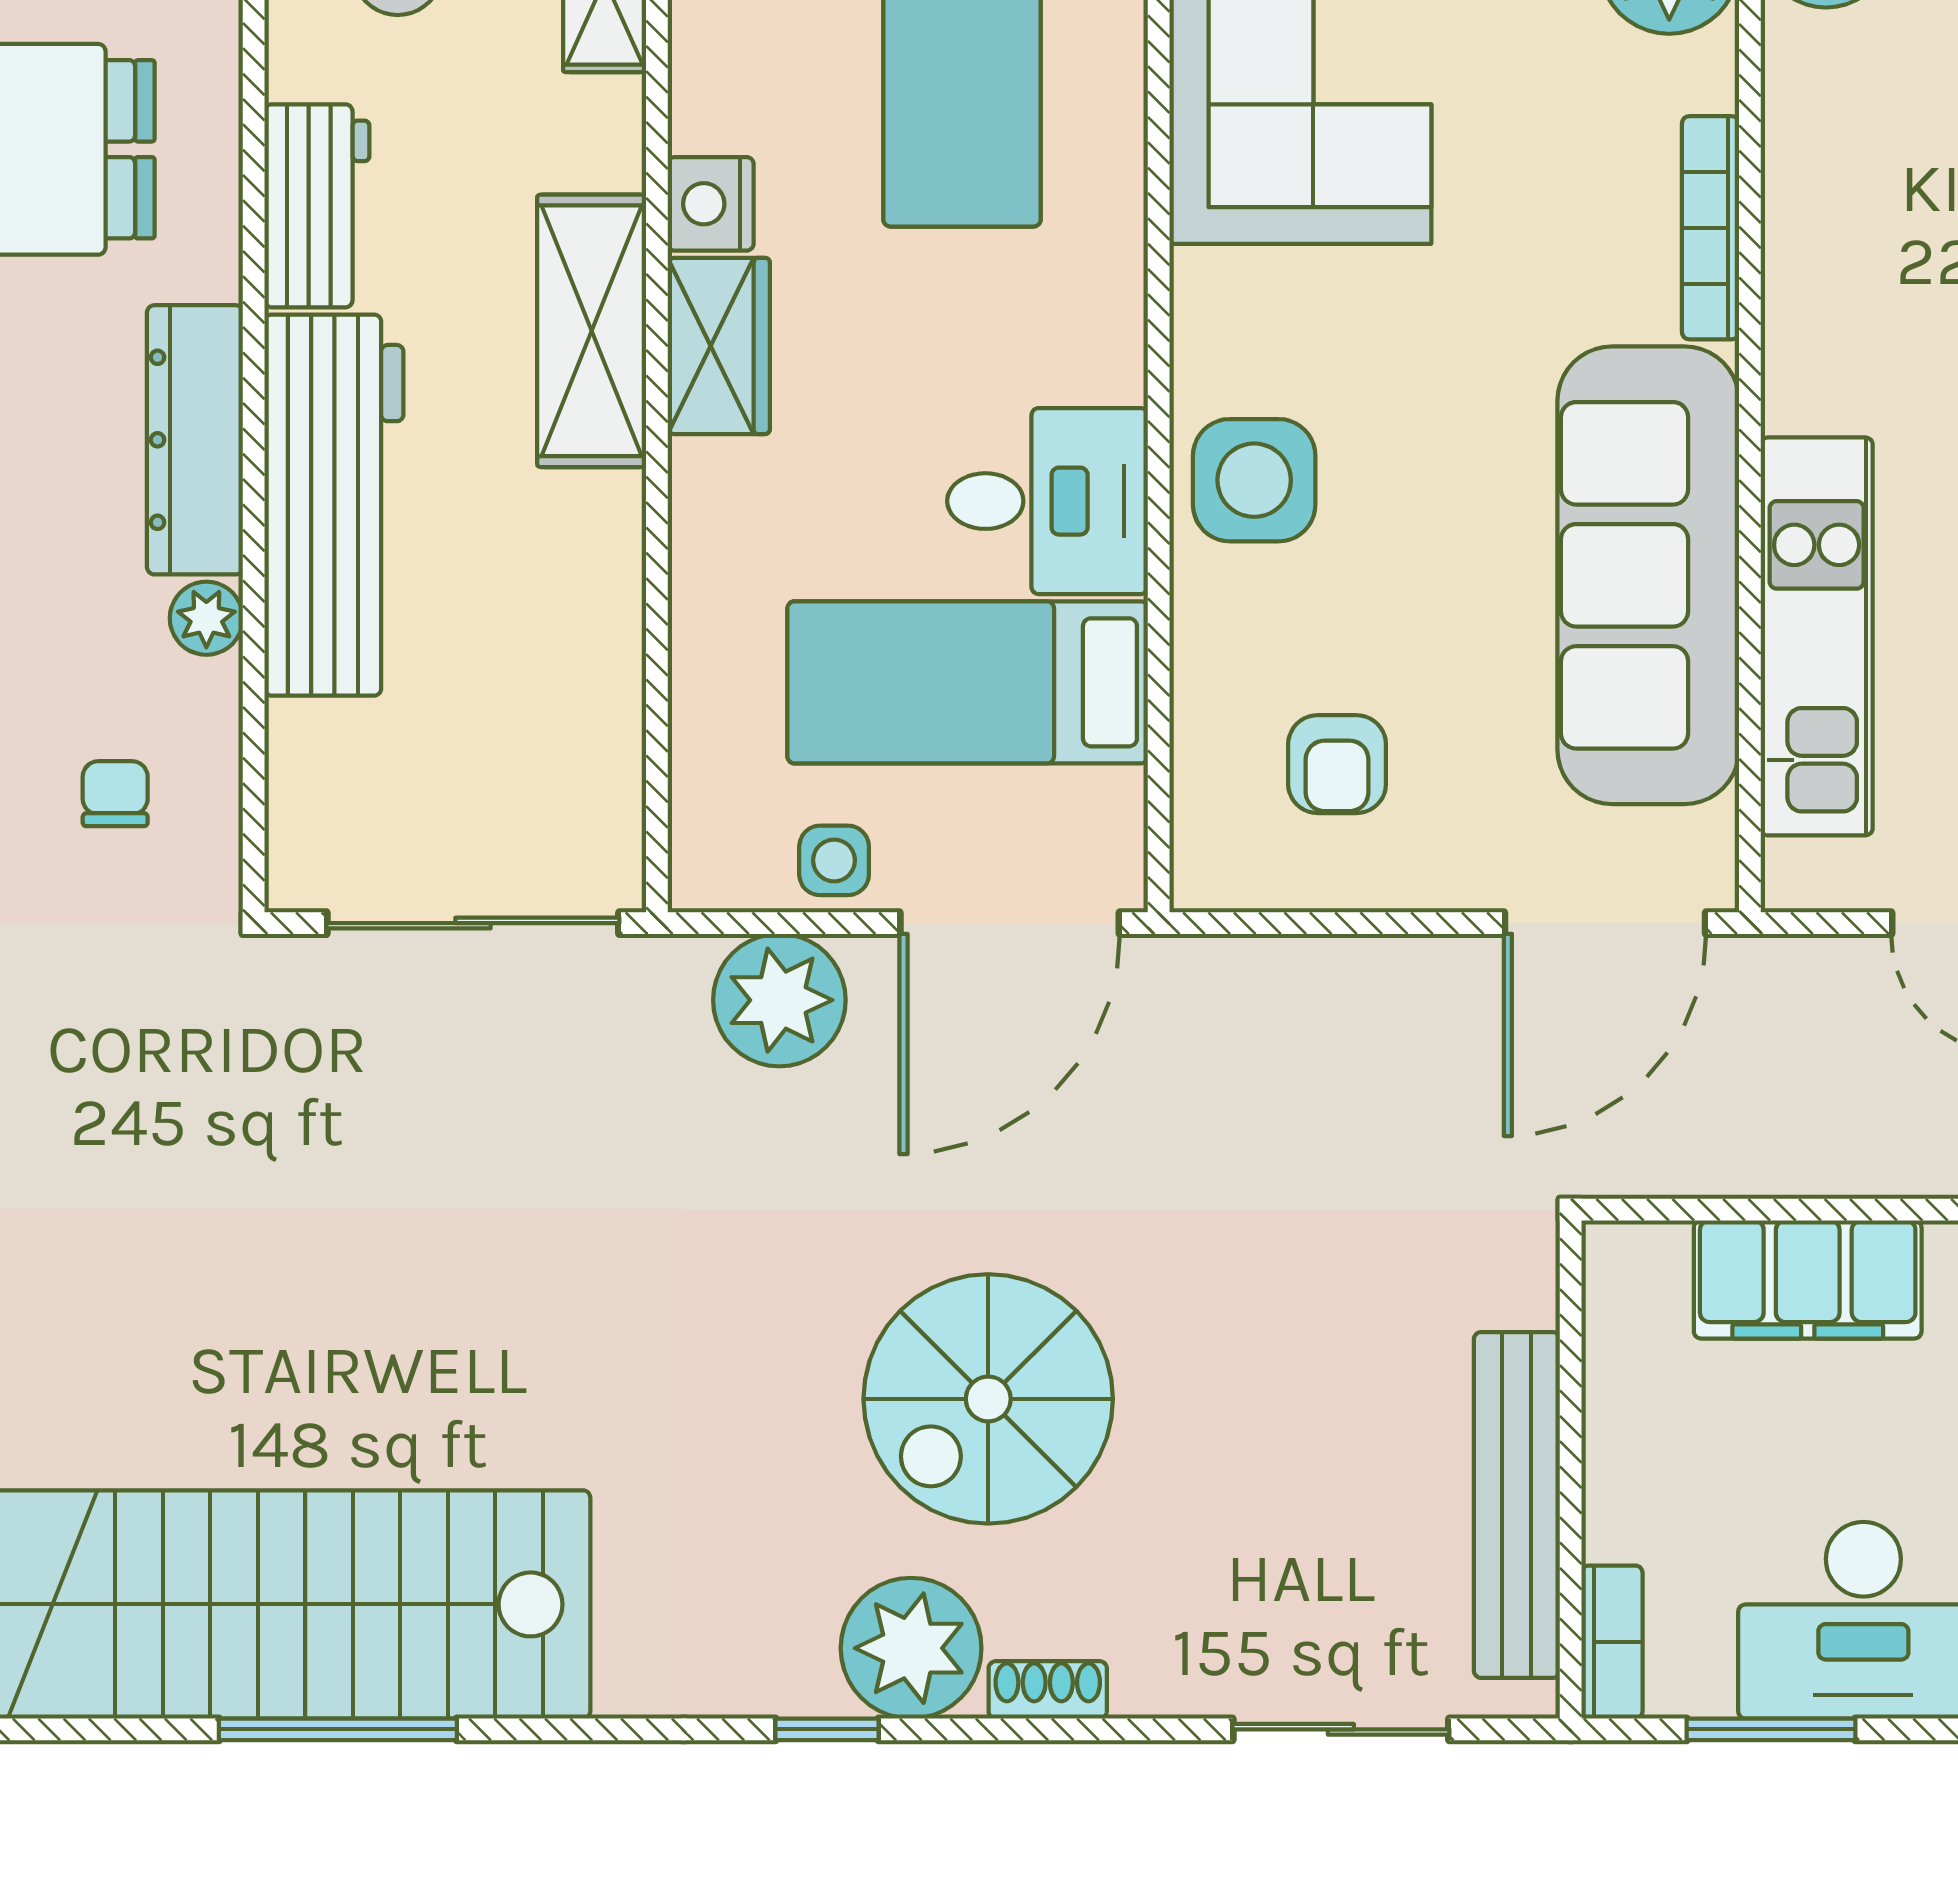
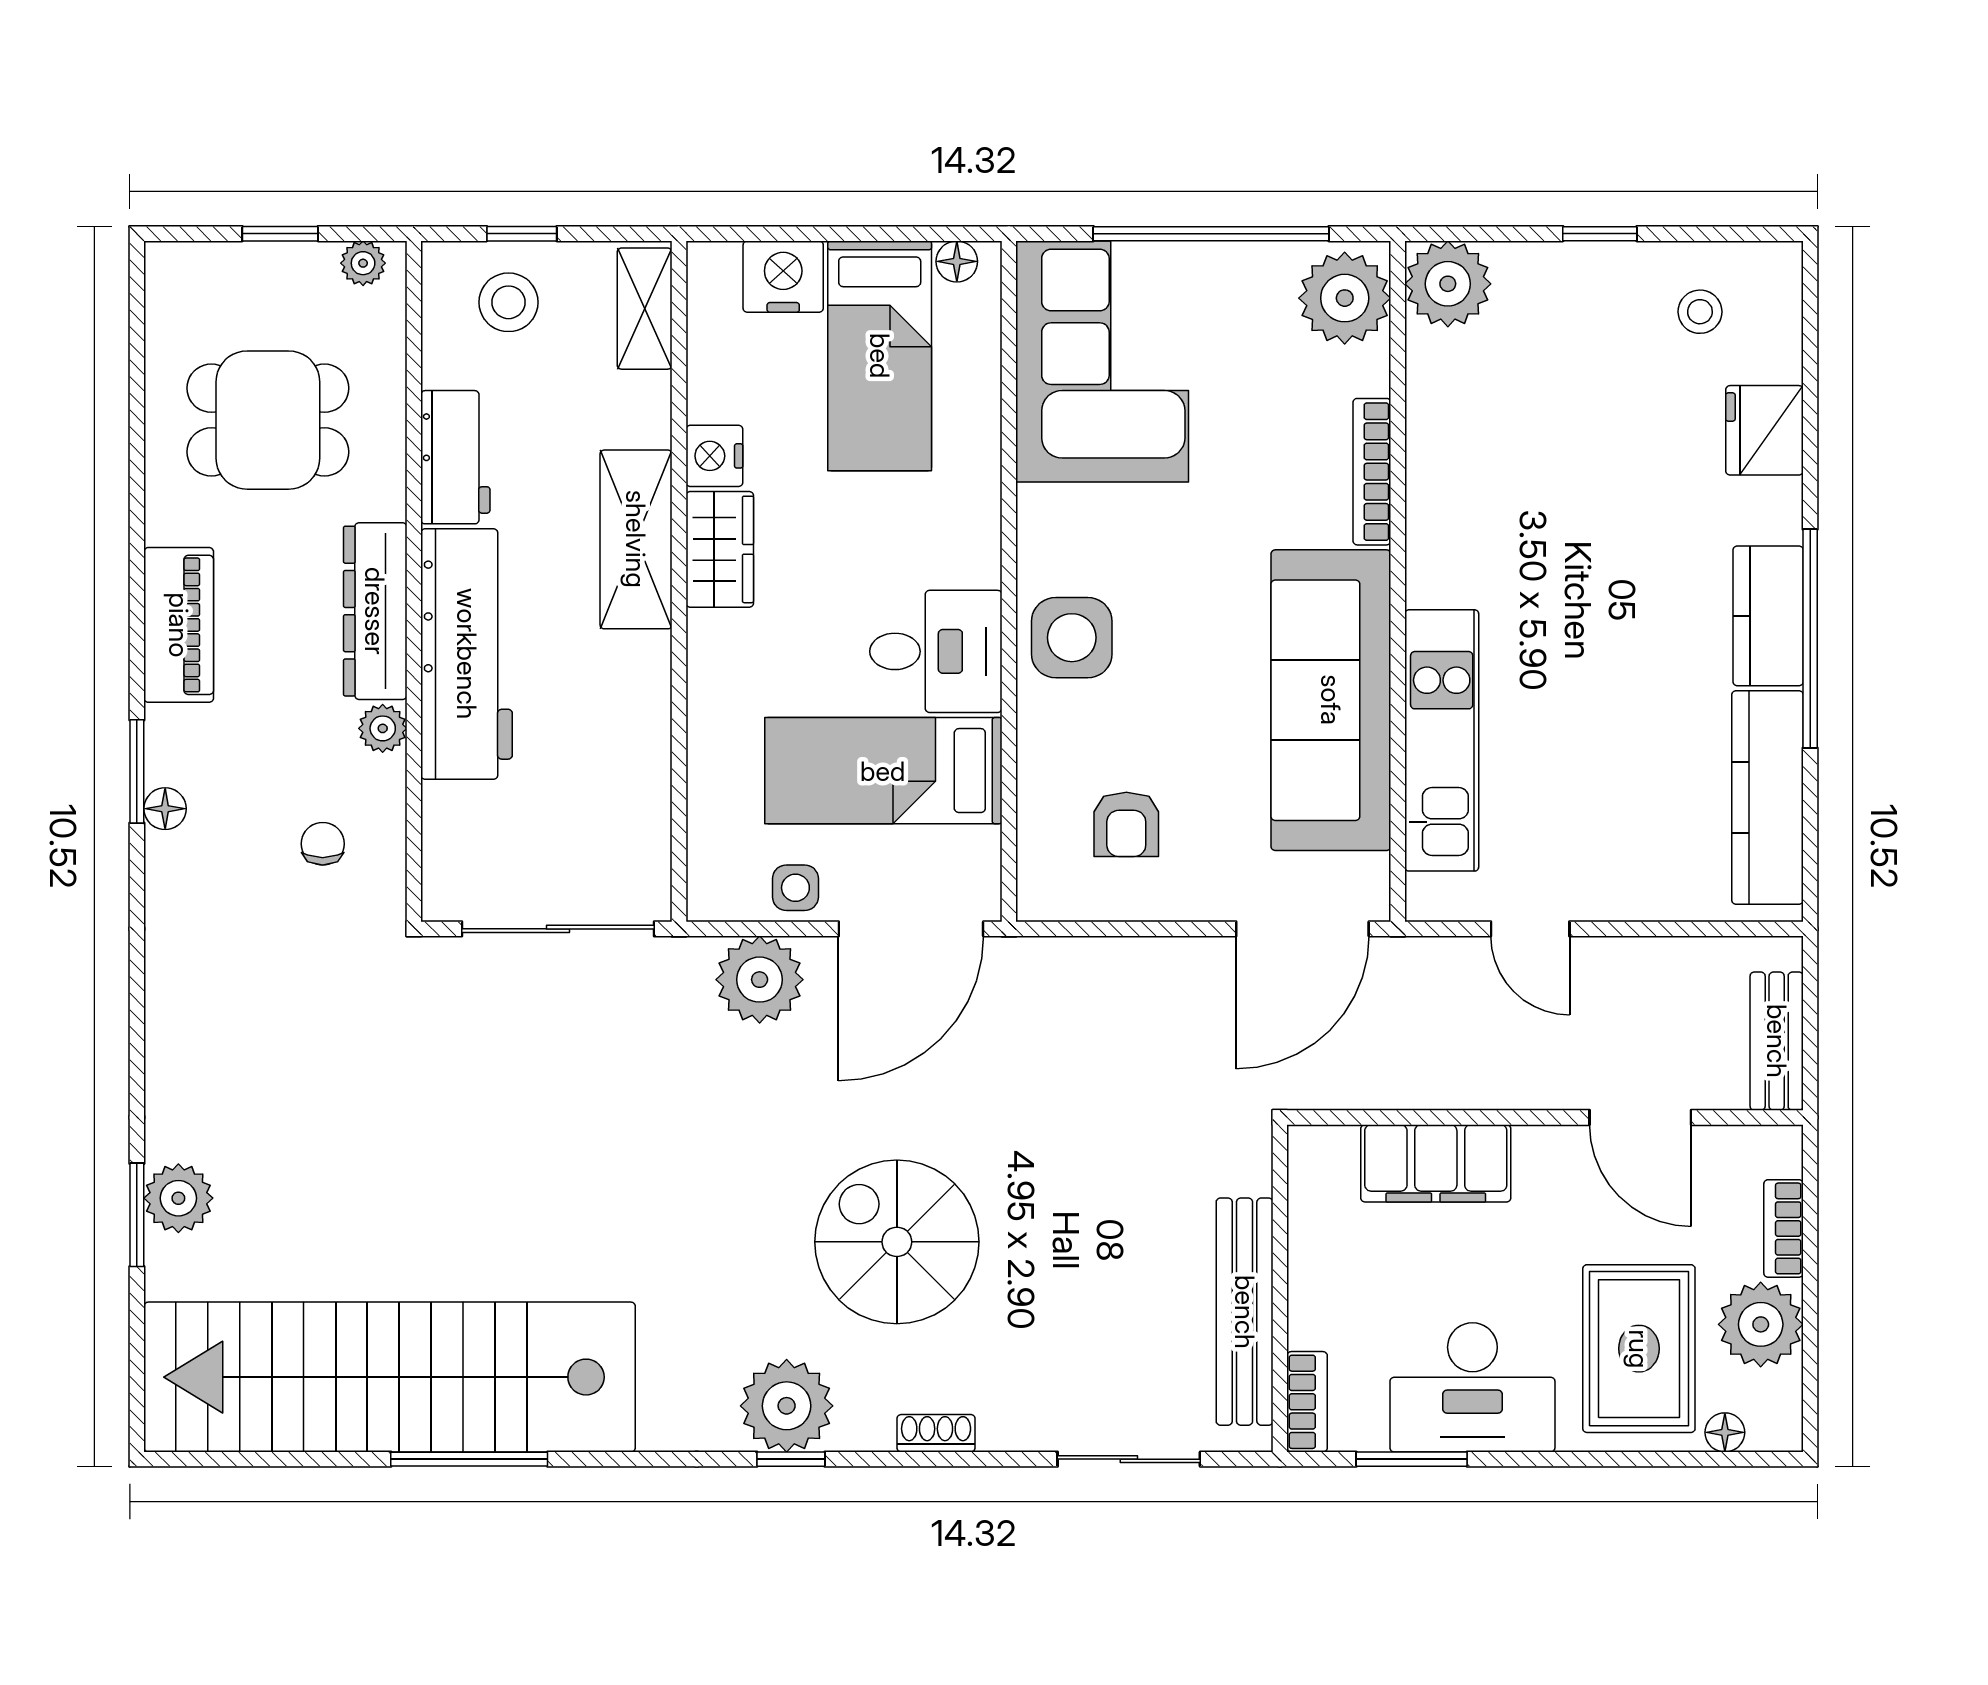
spiral stairs: (988, 1399) -> (897, 1242), turned 90
plant: (911, 1648) -> (787, 1406), moved

